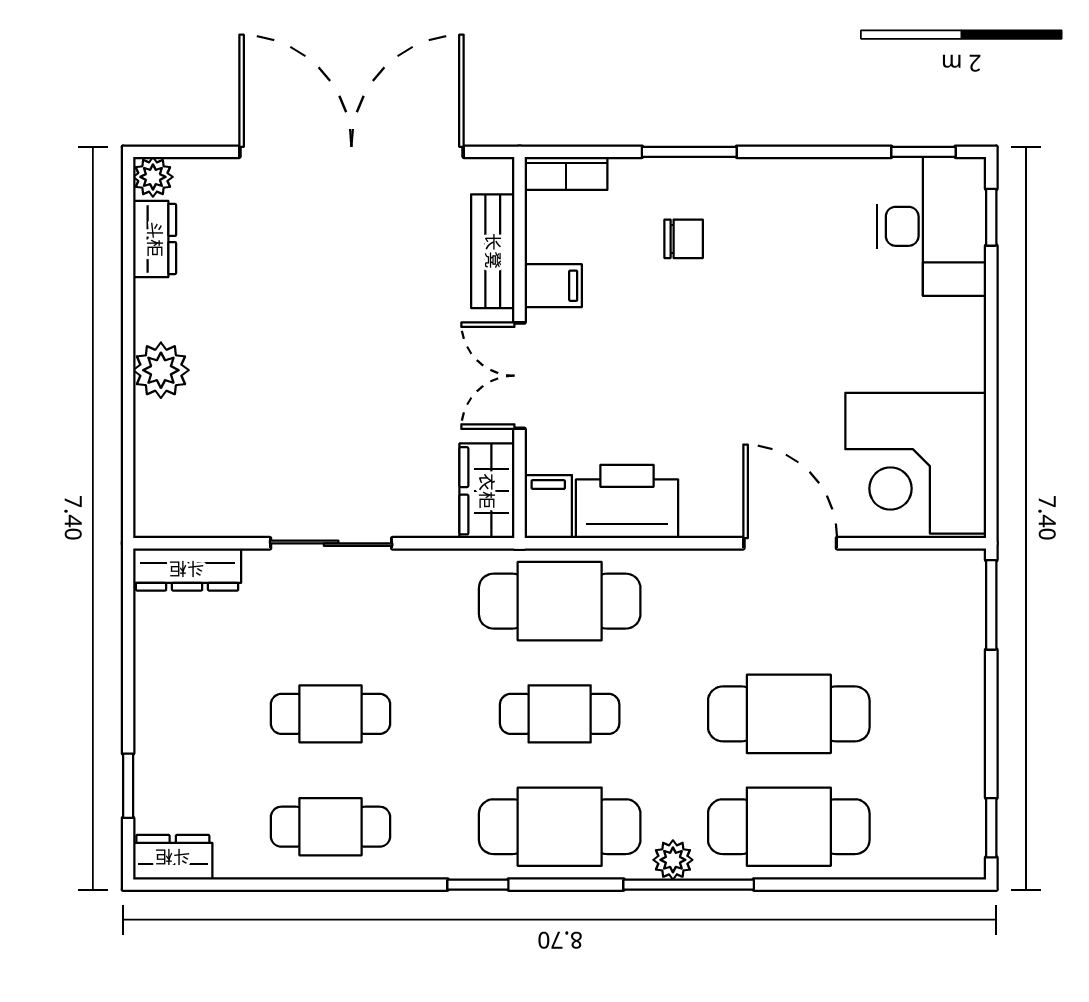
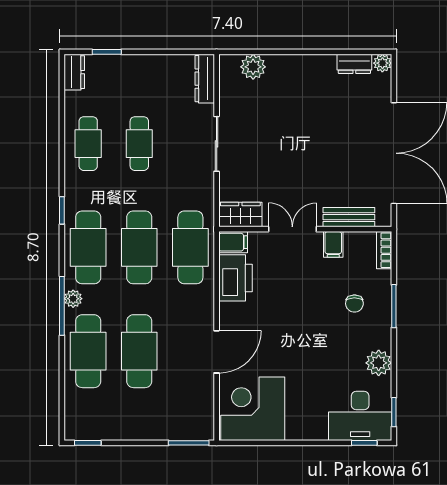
plant: (815, 186) -> (379, 363), added
plant: (161, 370) -> (253, 67), moved
cafe table: (560, 714) -> (139, 247), width x1.37, depth x1.35

